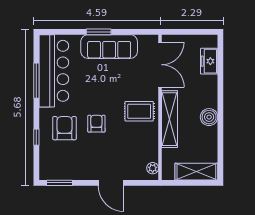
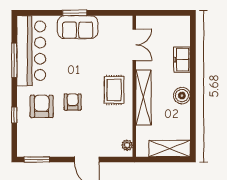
sofa: (109, 47) -> (78, 27), width x0.73
freezer: (209, 61) -> (182, 60), moved
double door: (160, 65) -> (134, 45), width x0.73
rug: (139, 111) -> (114, 90), turned 90

